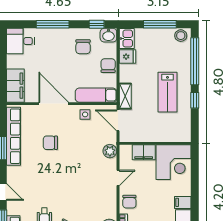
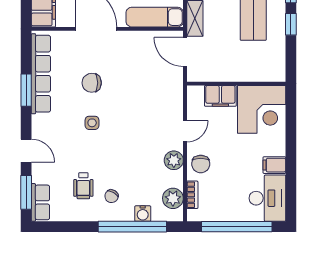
side table: (85, 114) -> (92, 123), moved
plant: (110, 151) -> (174, 160), moved

